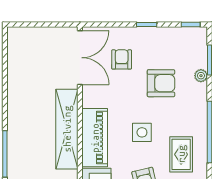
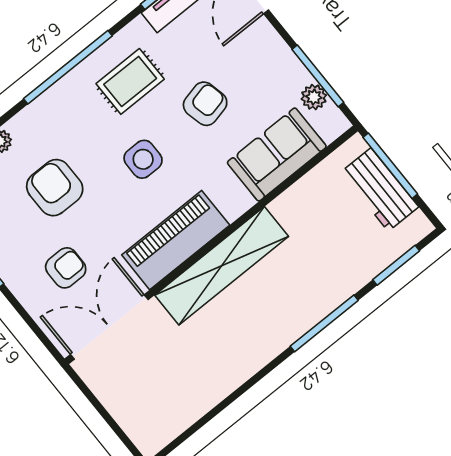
armchair: (122, 59) -> (66, 268), turned 180
piano: (95, 138) -> (176, 240), moved

